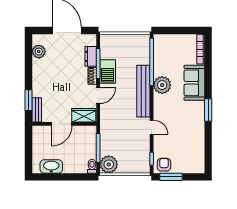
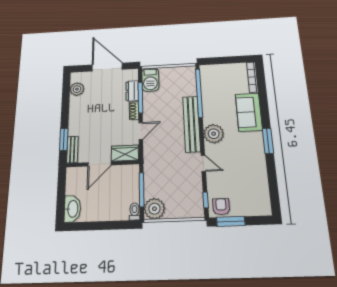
barbecue: (108, 72) -> (150, 80), moved
plant: (162, 85) -> (214, 134), moved
washbasin: (51, 166) -> (72, 209), moved, turned 90

